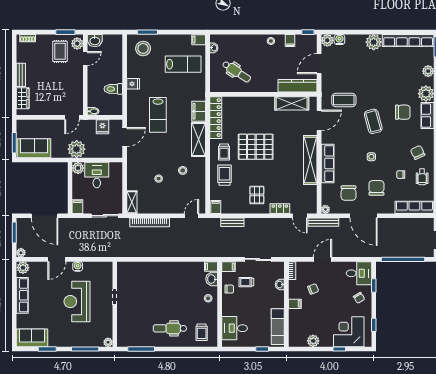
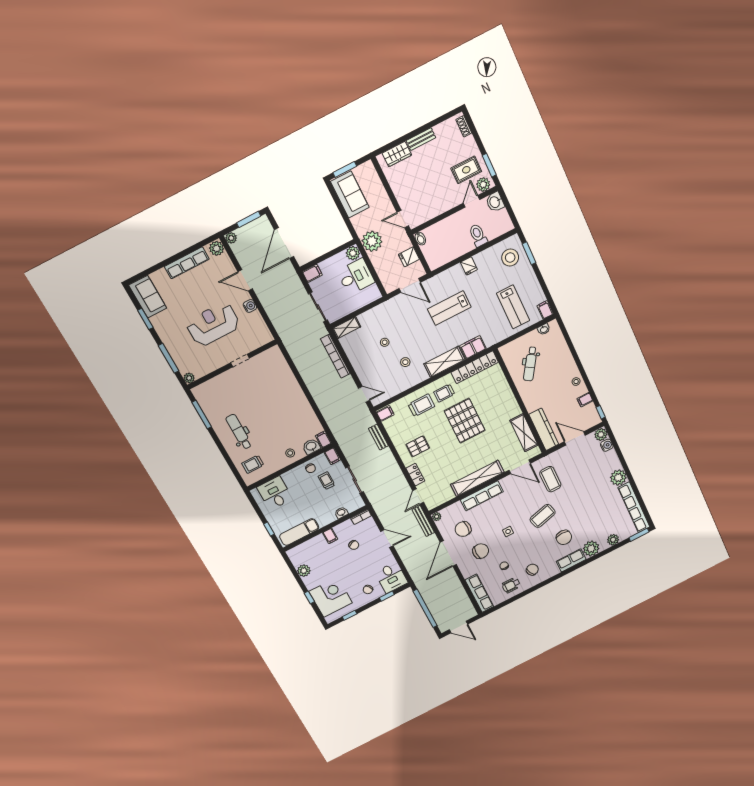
door: (85, 58) -> (471, 201), swing flipped
toilet: (113, 89) -> (478, 235), moved

